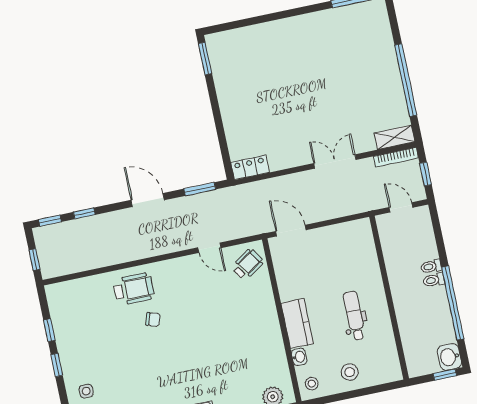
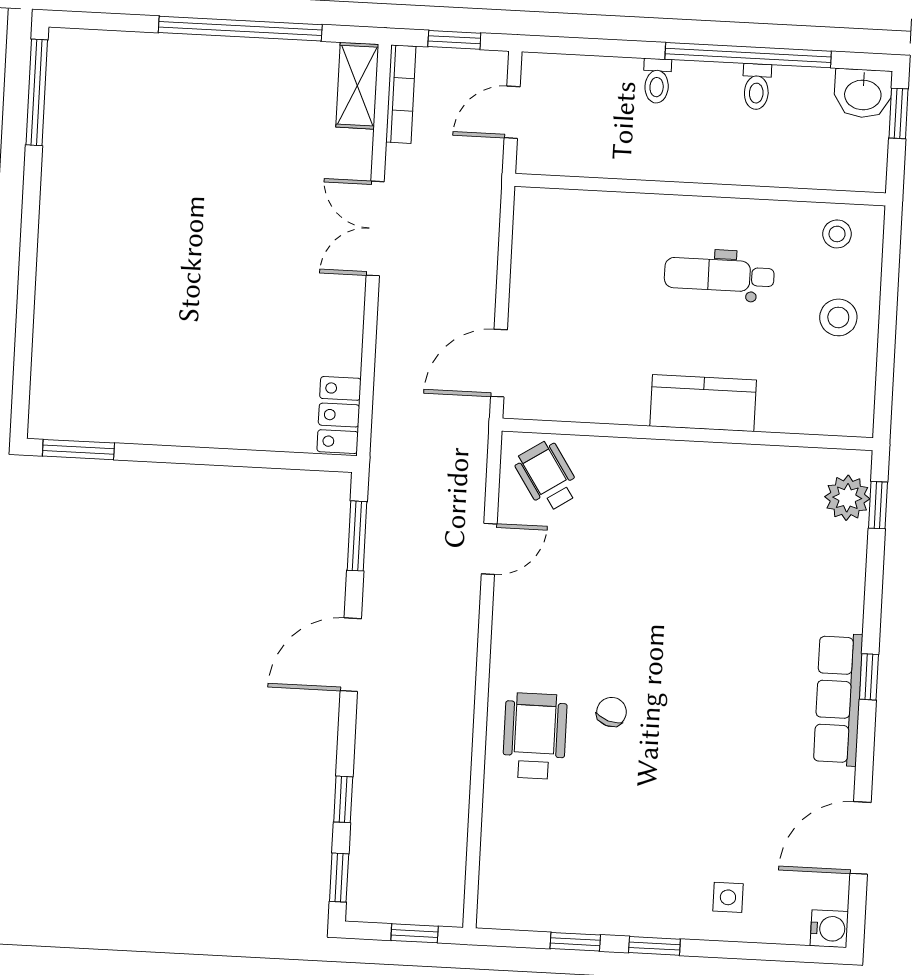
toilet: (434, 280) -> (757, 87), moved
washbasin: (299, 357) -> (776, 418), removed
stool: (312, 384) -> (837, 234), moved

